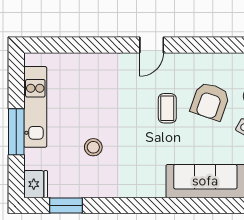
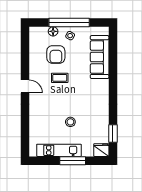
armchair: (210, 101) -> (56, 54), turned 71
stool: (93, 147) -> (70, 122), moved

